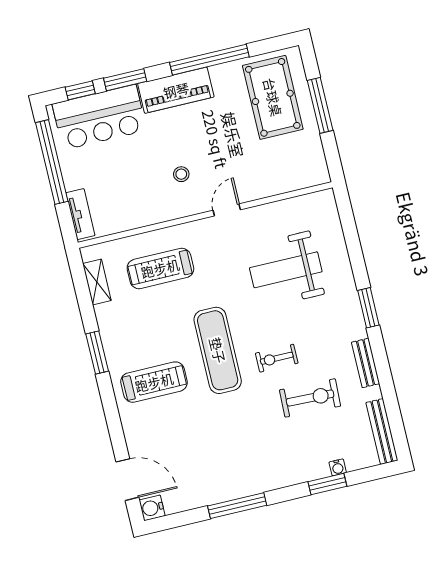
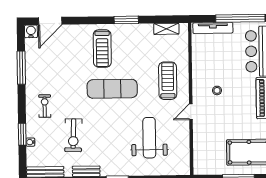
door: (227, 210) -> (191, 112), swing flipped
tv unit: (80, 214) -> (213, 28), width x1.41
treadmill: (160, 268) -> (168, 81), moved
exercise bike: (277, 358) -> (45, 106), moved
window: (237, 506) -> (21, 68), moved

